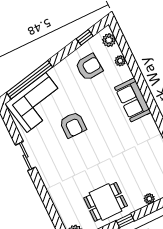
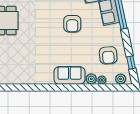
plant: (125, 73) -> (91, 79), added
armchair: (73, 125) -> (72, 24), turned -90

